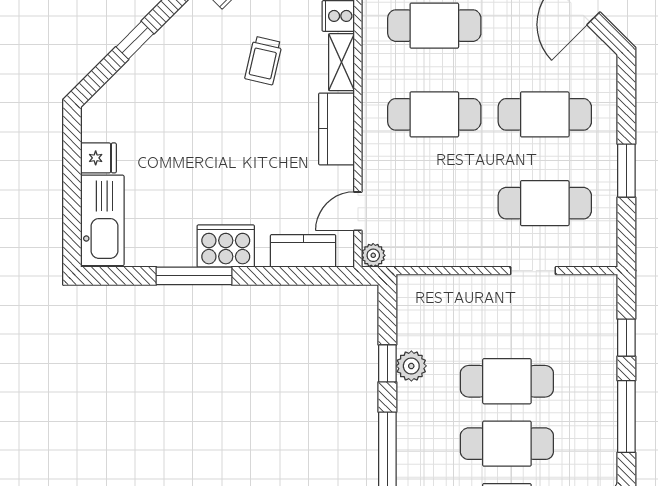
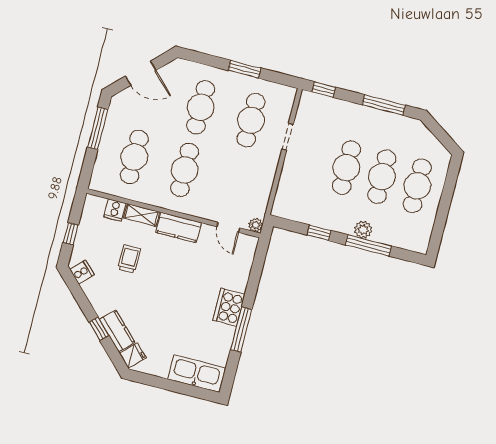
trolley: (263, 61) -> (129, 259), turned -103
fridge: (98, 158) -> (133, 355), moved, turned 45
kitchen counter: (303, 251) -> (117, 331), moved, turned 135
window: (626, 338) -> (324, 90), moved
plant: (411, 366) -> (363, 230), moved

